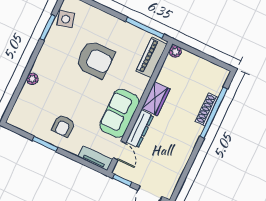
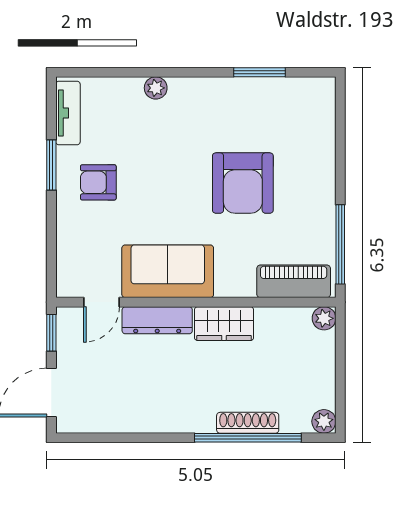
side table: (66, 19) -> (290, 97), removed
plant: (223, 74) -> (324, 421), added
tv unit: (95, 158) -> (68, 113), moved

